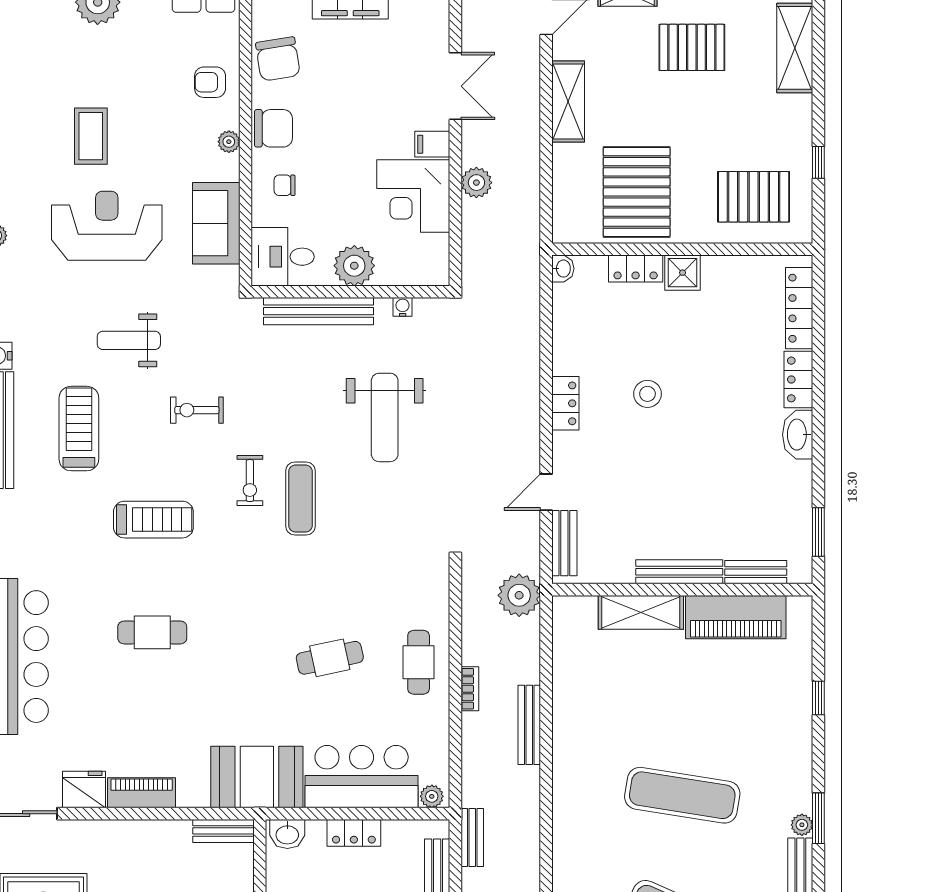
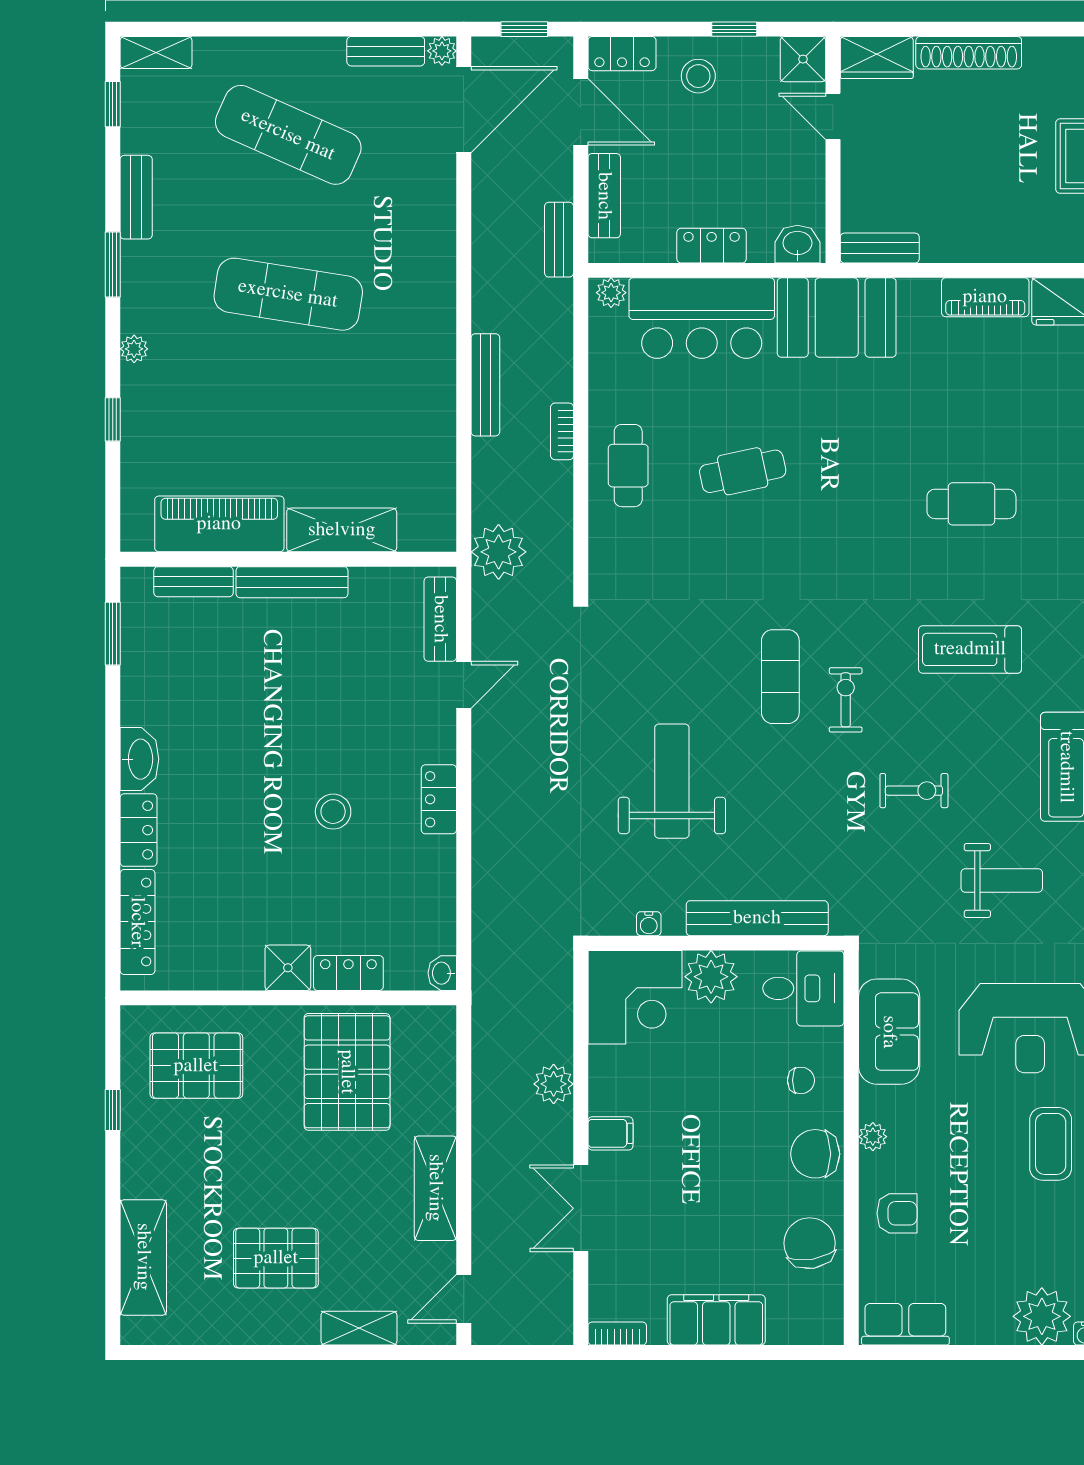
corner desk: (413, 196) -> (635, 997), moved, turned 90
plant: (802, 825) -> (134, 349), moved

